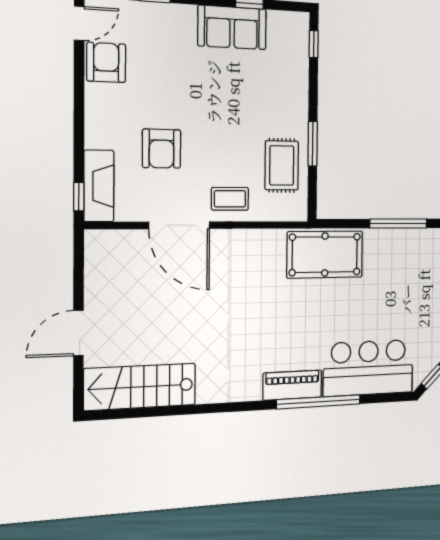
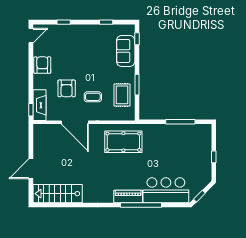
sofa: (232, 27) -> (126, 51), moved, turned 90
armchair: (106, 62) -> (42, 65), moved
coffee table: (230, 199) -> (93, 97), moved
pool table: (325, 255) -> (123, 142), moved

